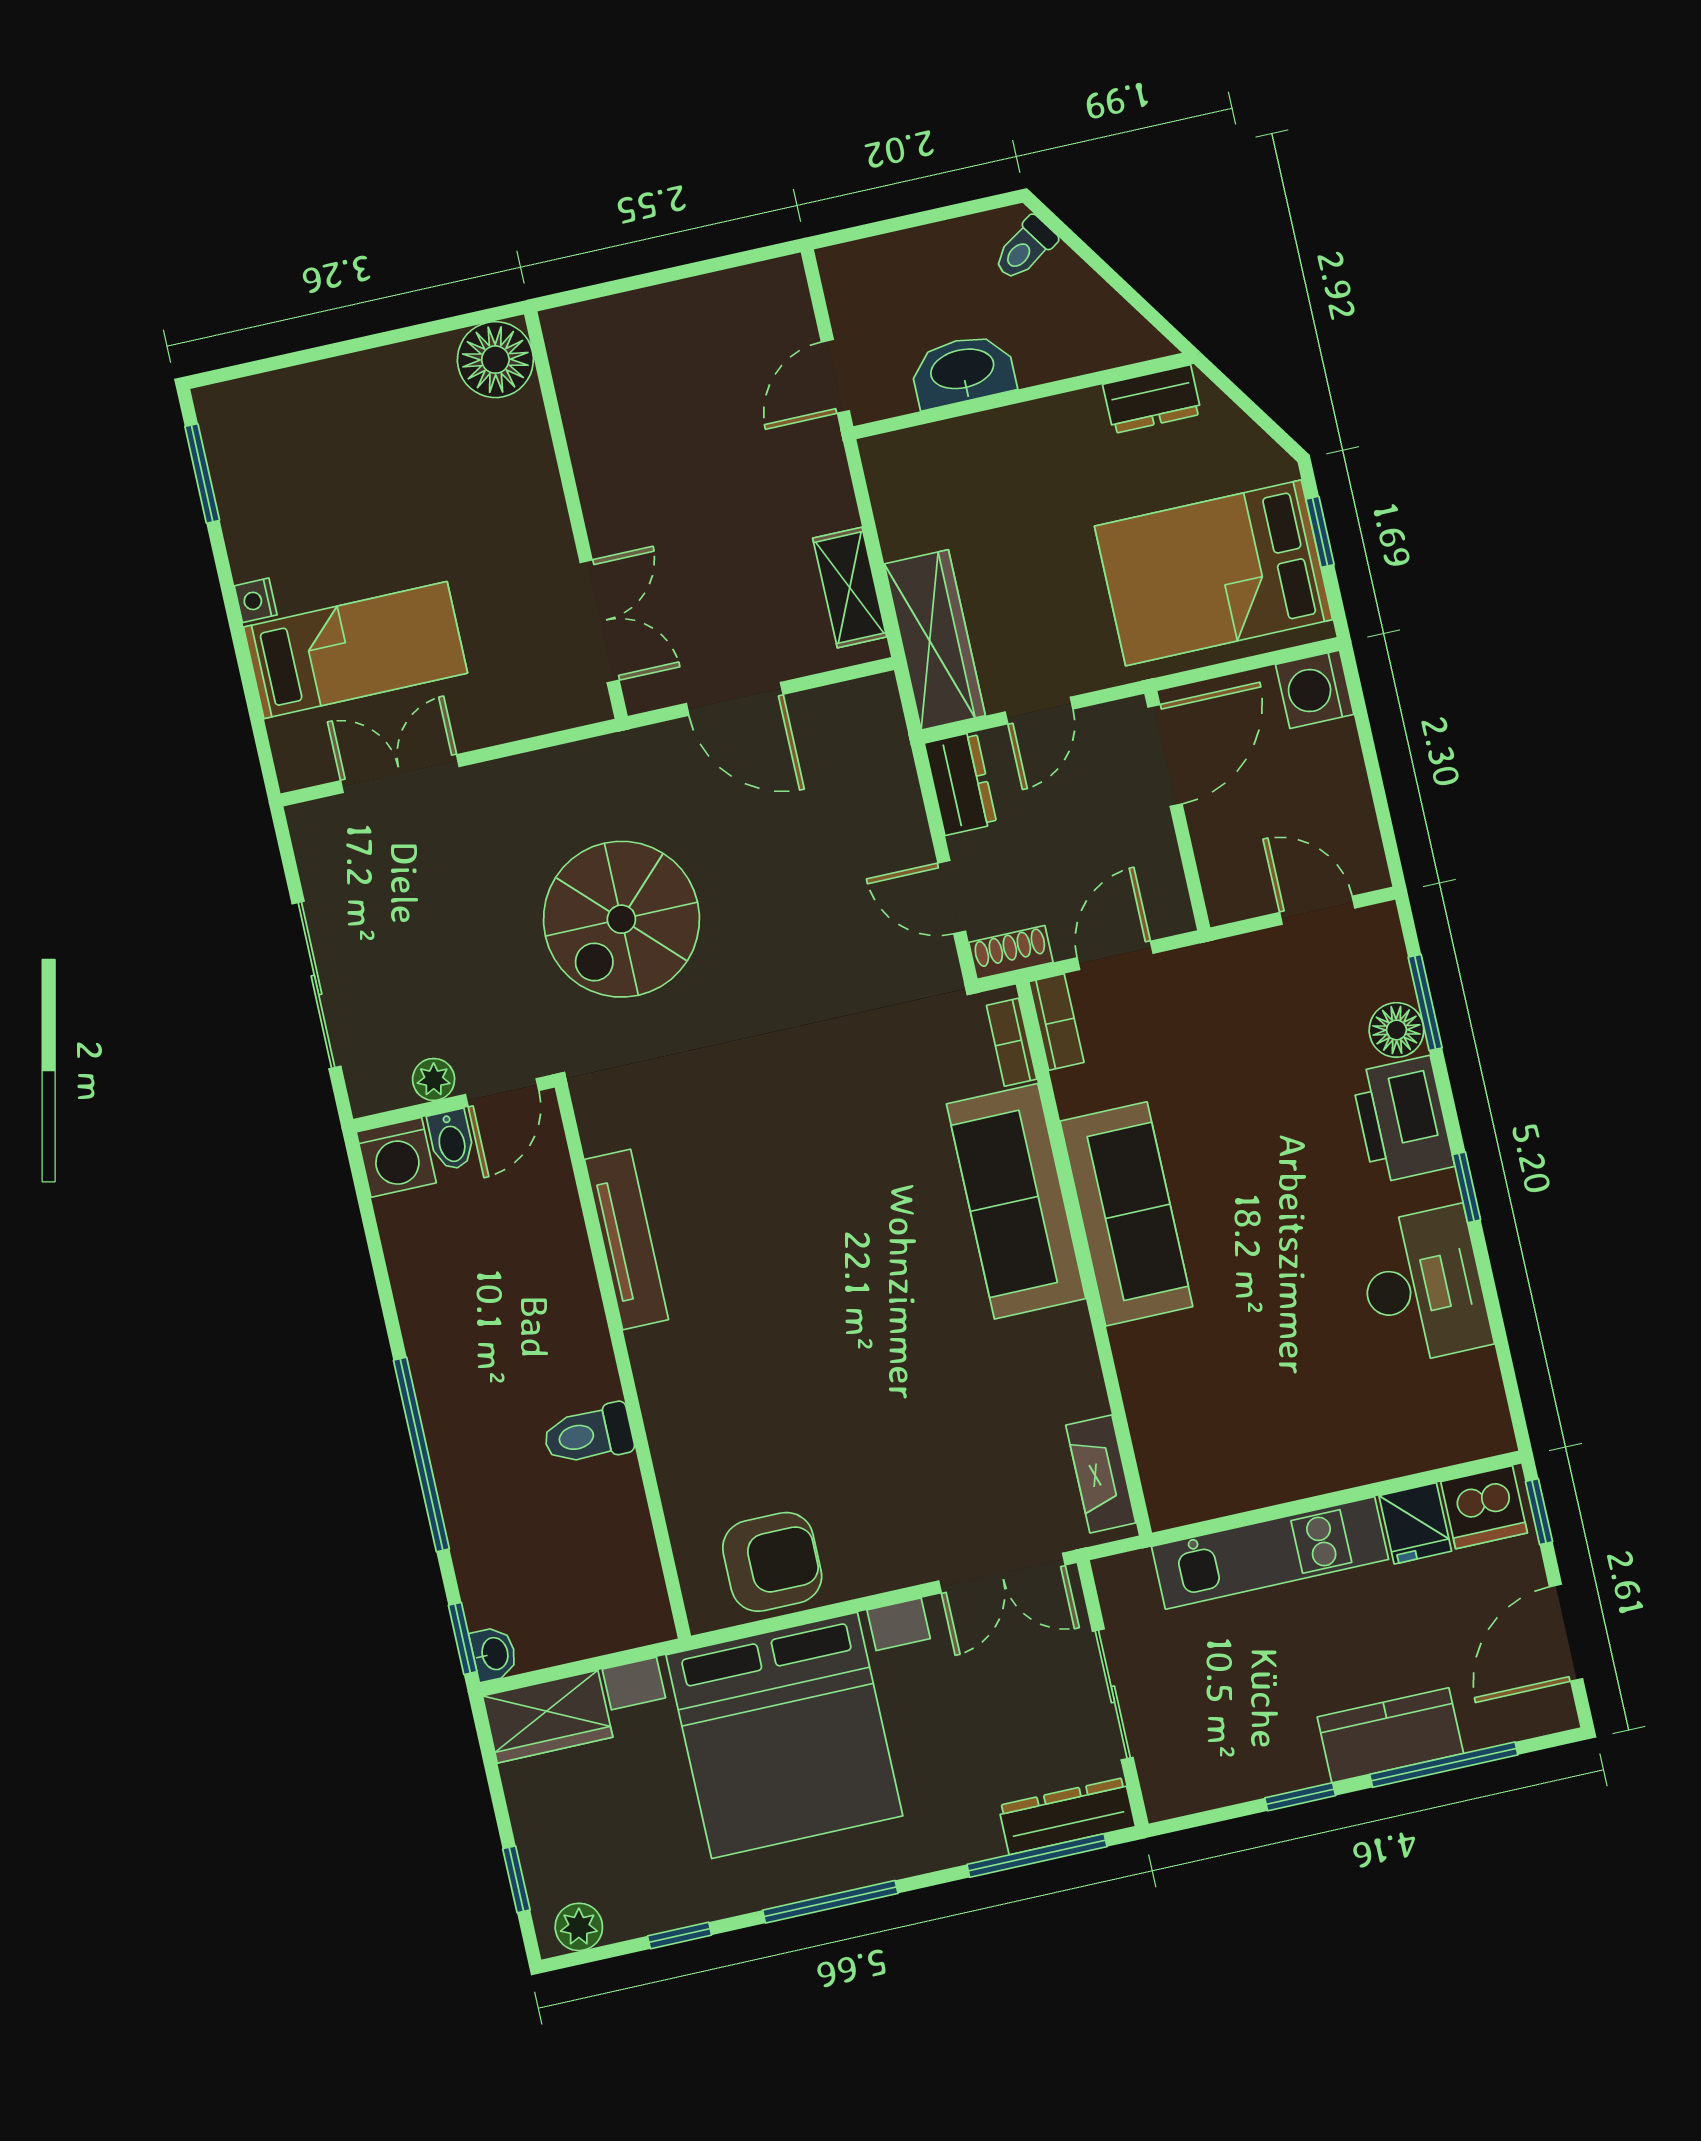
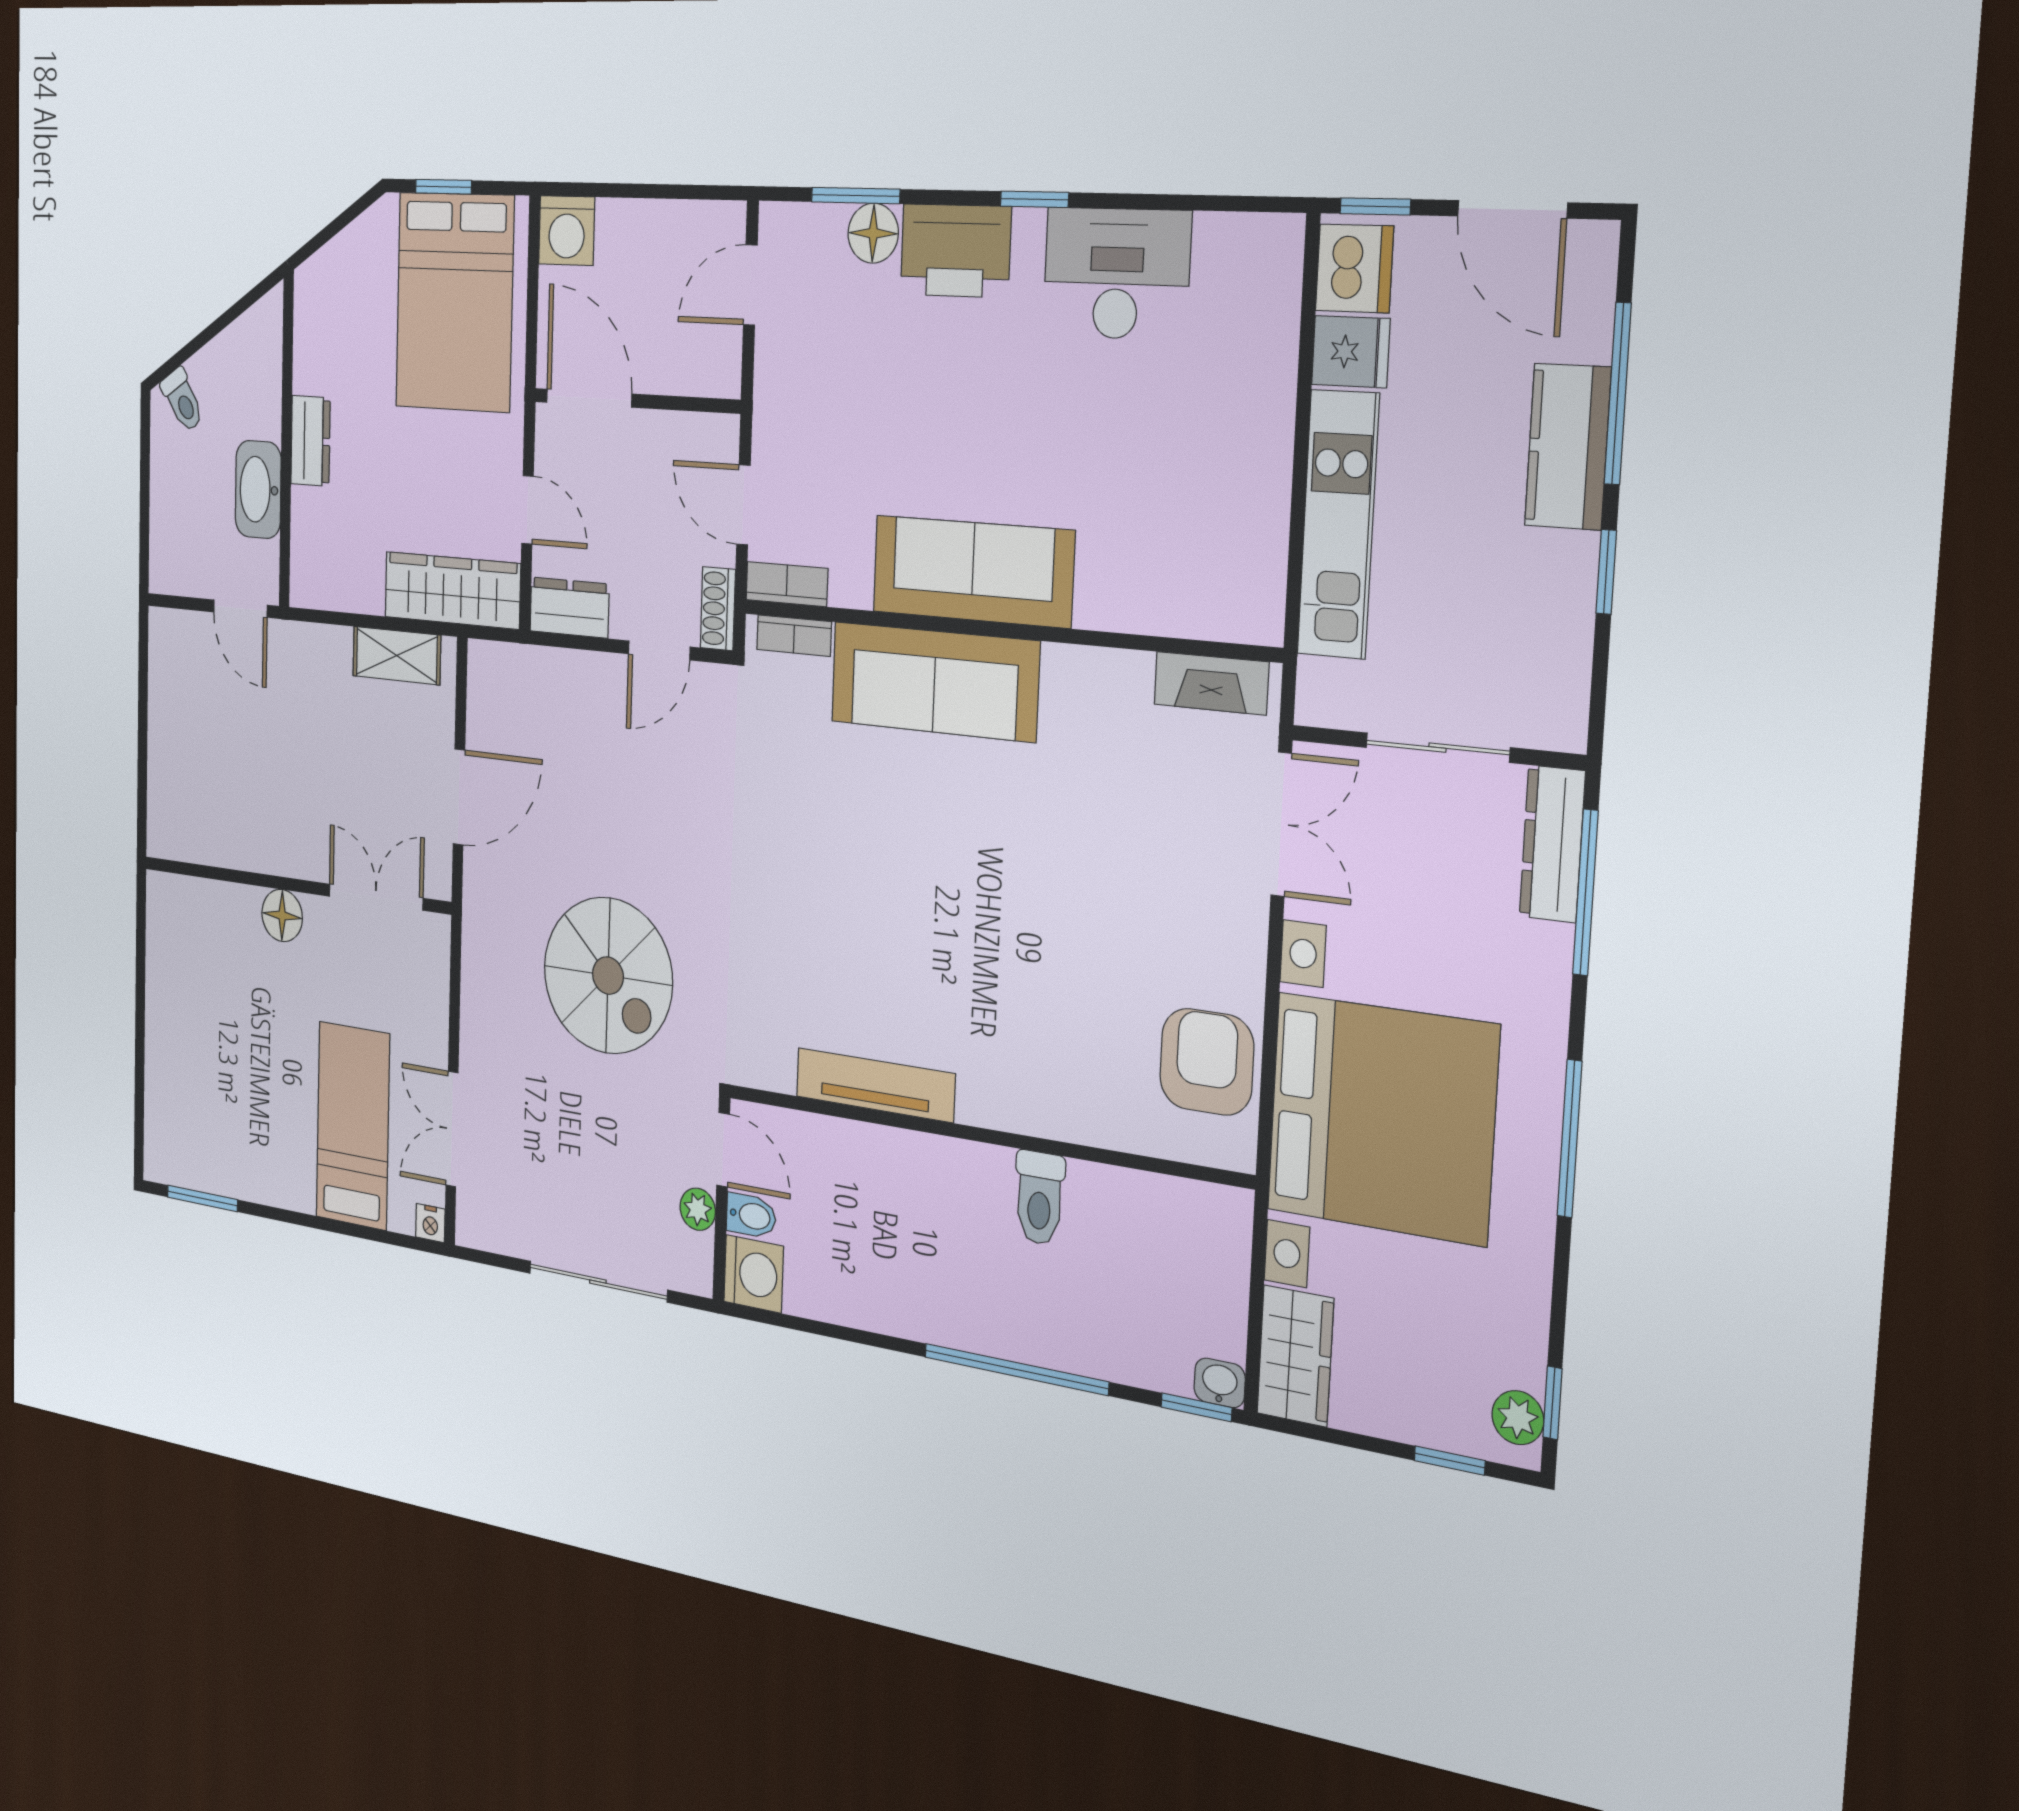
floor lamp: (495, 360) -> (282, 916), moved, width x0.73, depth x0.73
dresser: (1152, 399) -> (310, 441), moved
nightstand: (256, 600) -> (430, 1223), moved
window: (680, 1935) -> (1552, 1403), moved

